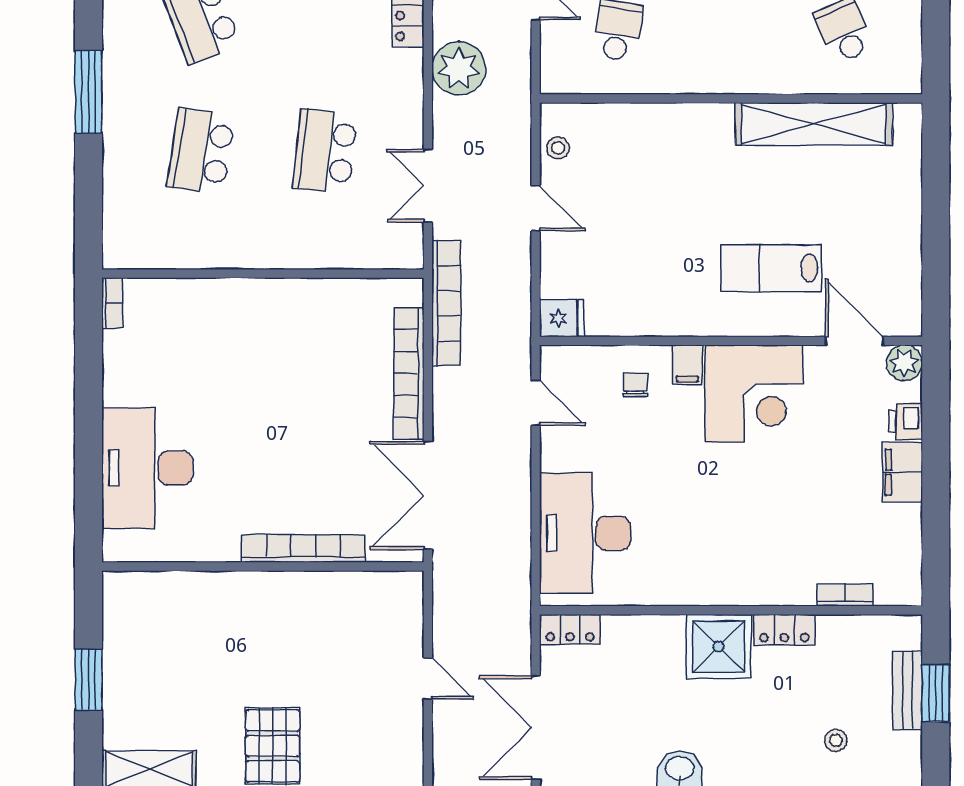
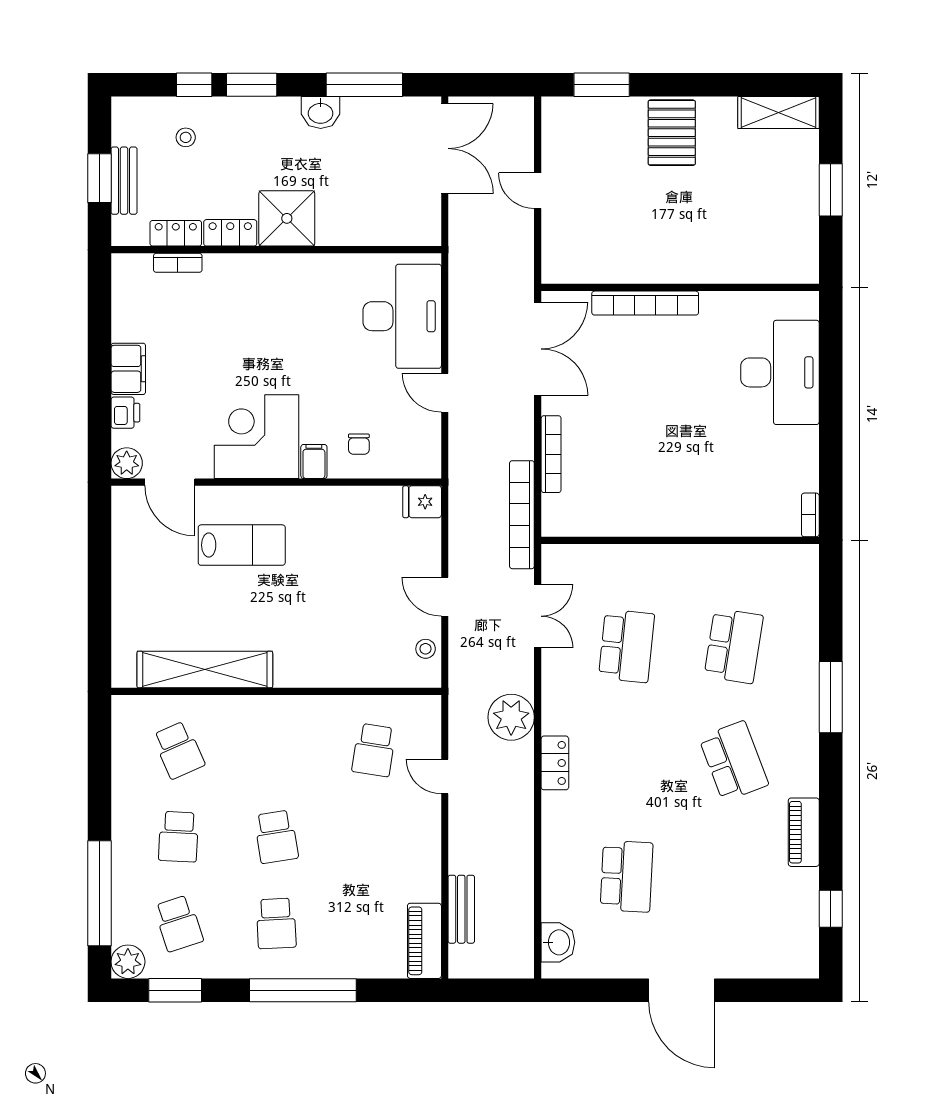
bookcase: (409, 373) -> (551, 454), width x0.68, depth x0.76
door: (536, 403) -> (445, 393), moved
locker: (570, 629) -> (176, 233), moved

